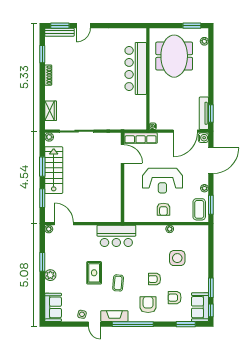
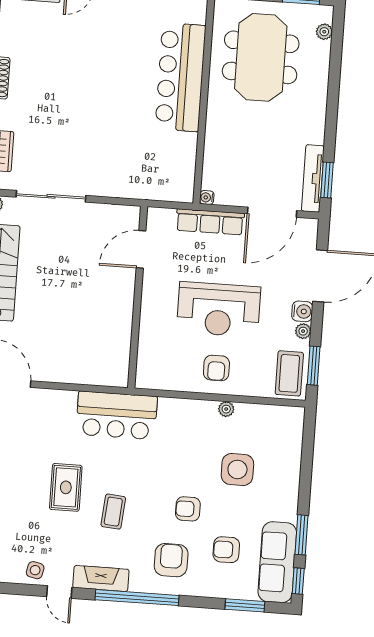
row of seats: (141, 138) -> (210, 222), moved
water cooler: (203, 138) -> (302, 311), moved
door: (122, 154) -> (141, 249), swing flipped
sofa: (200, 307) -> (277, 562), width x1.36

